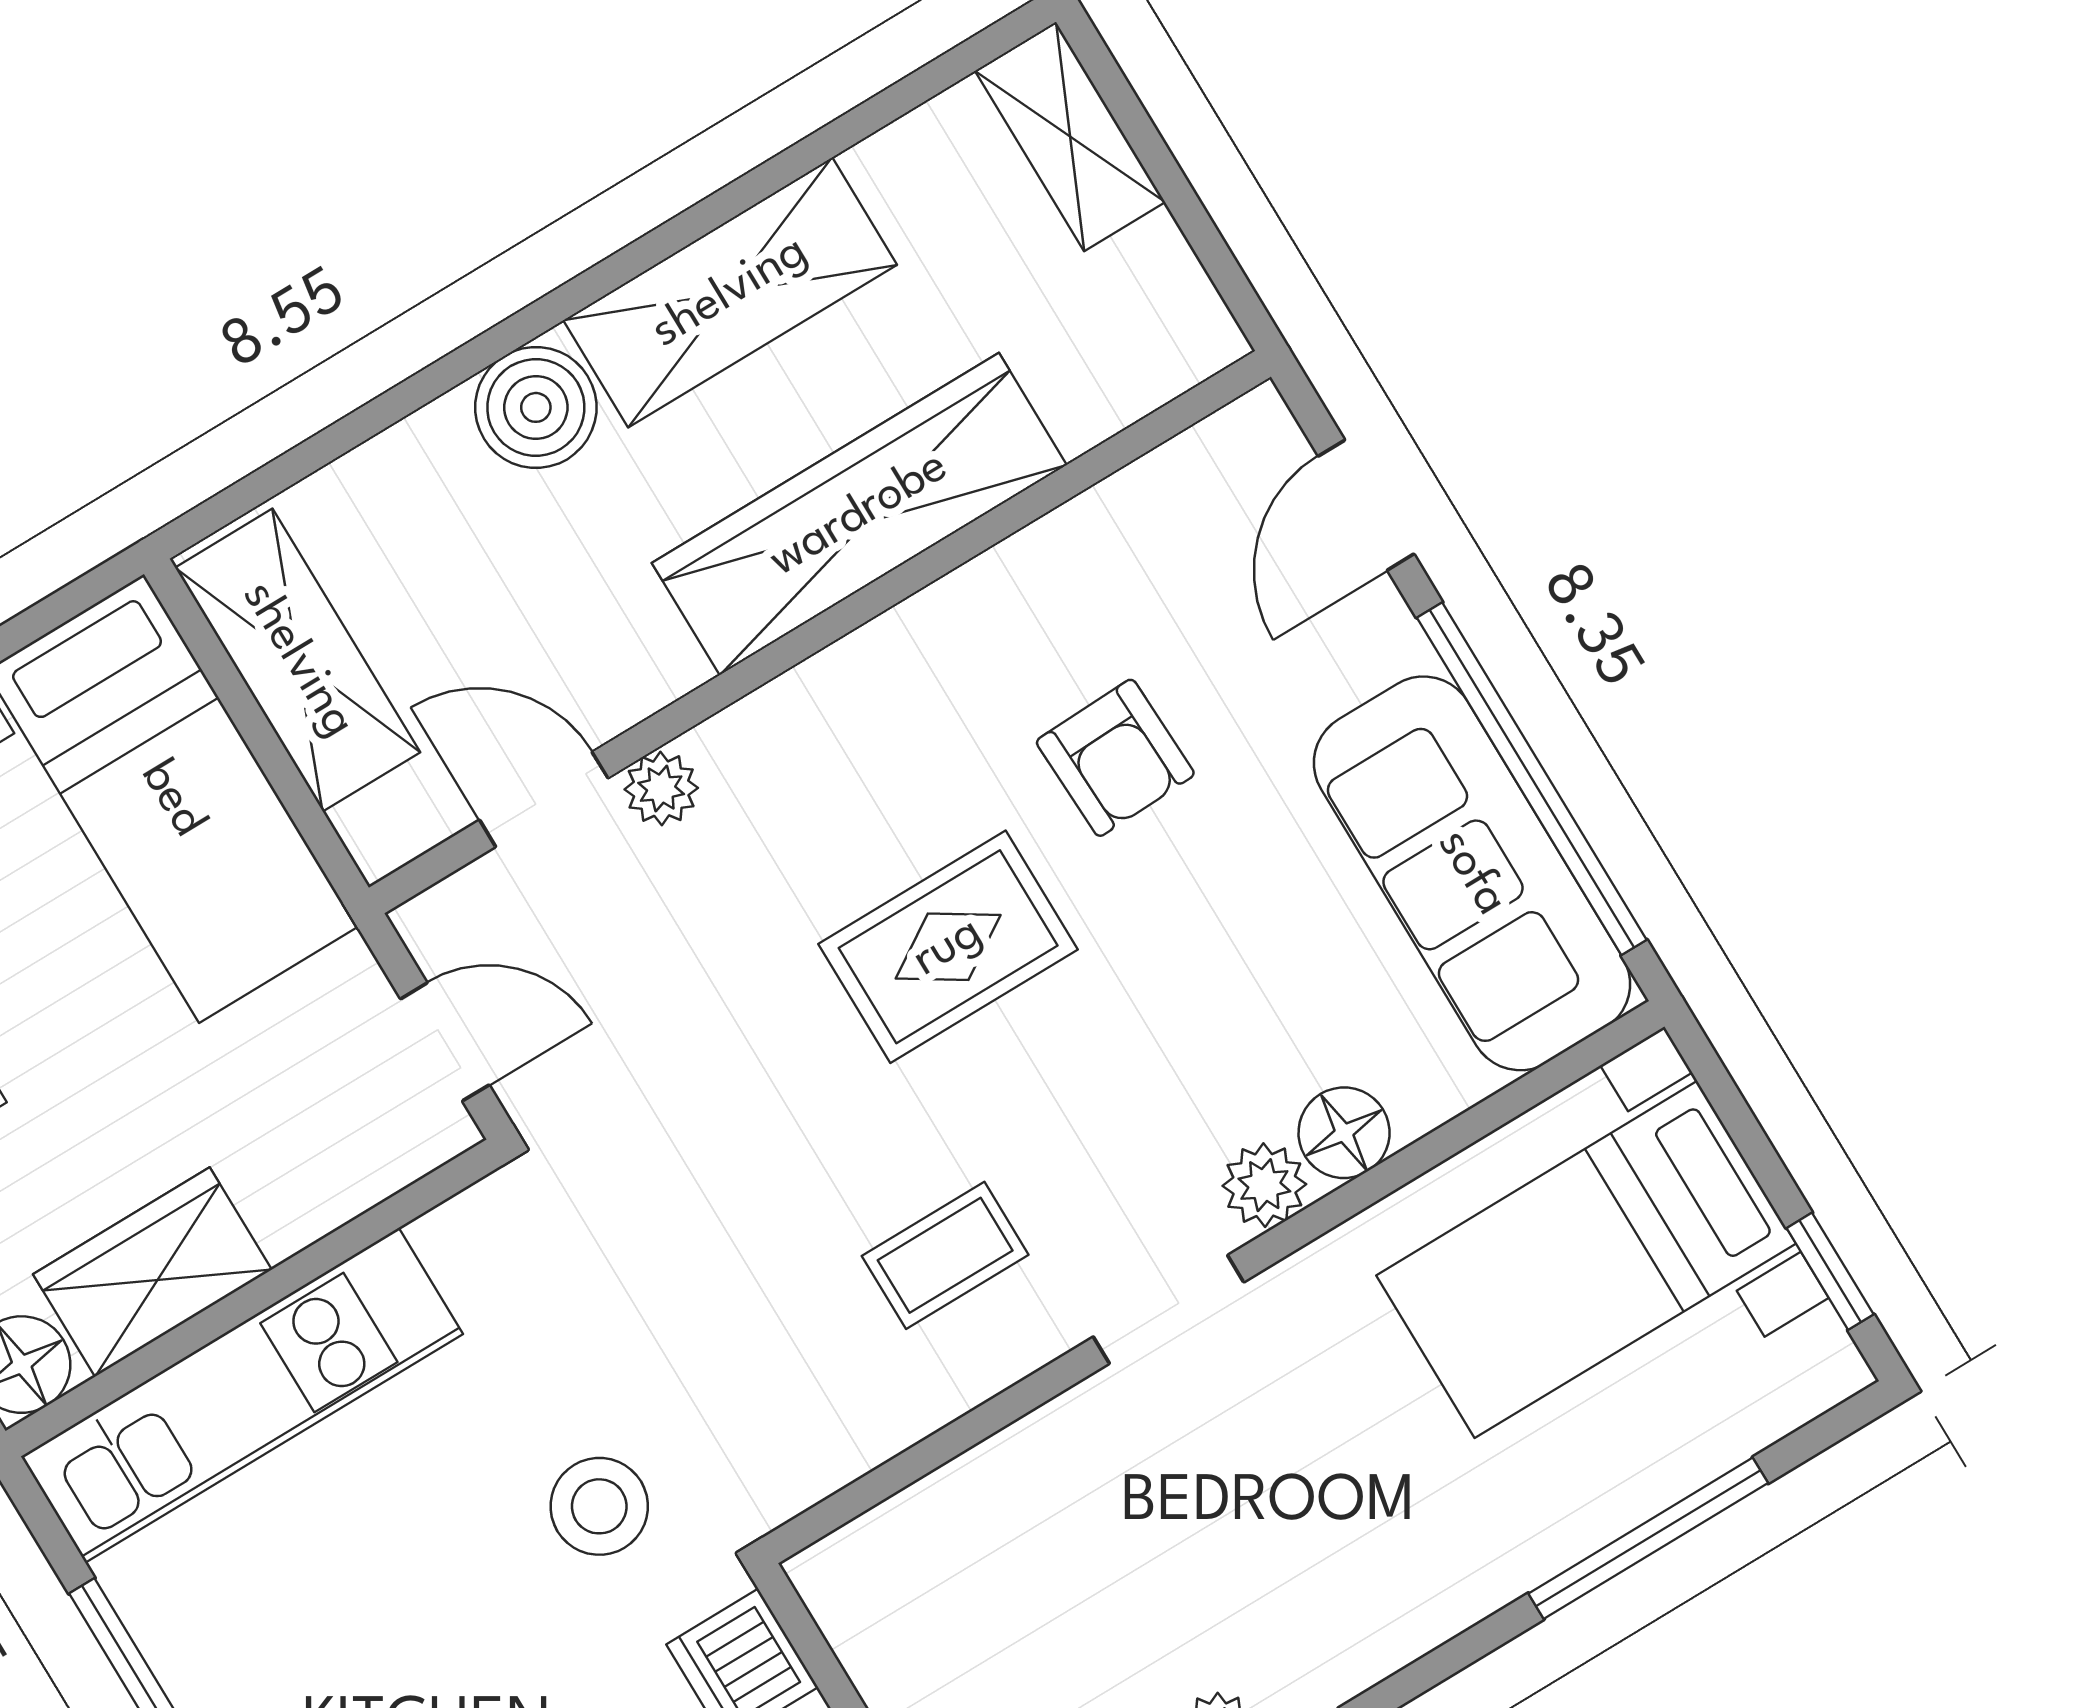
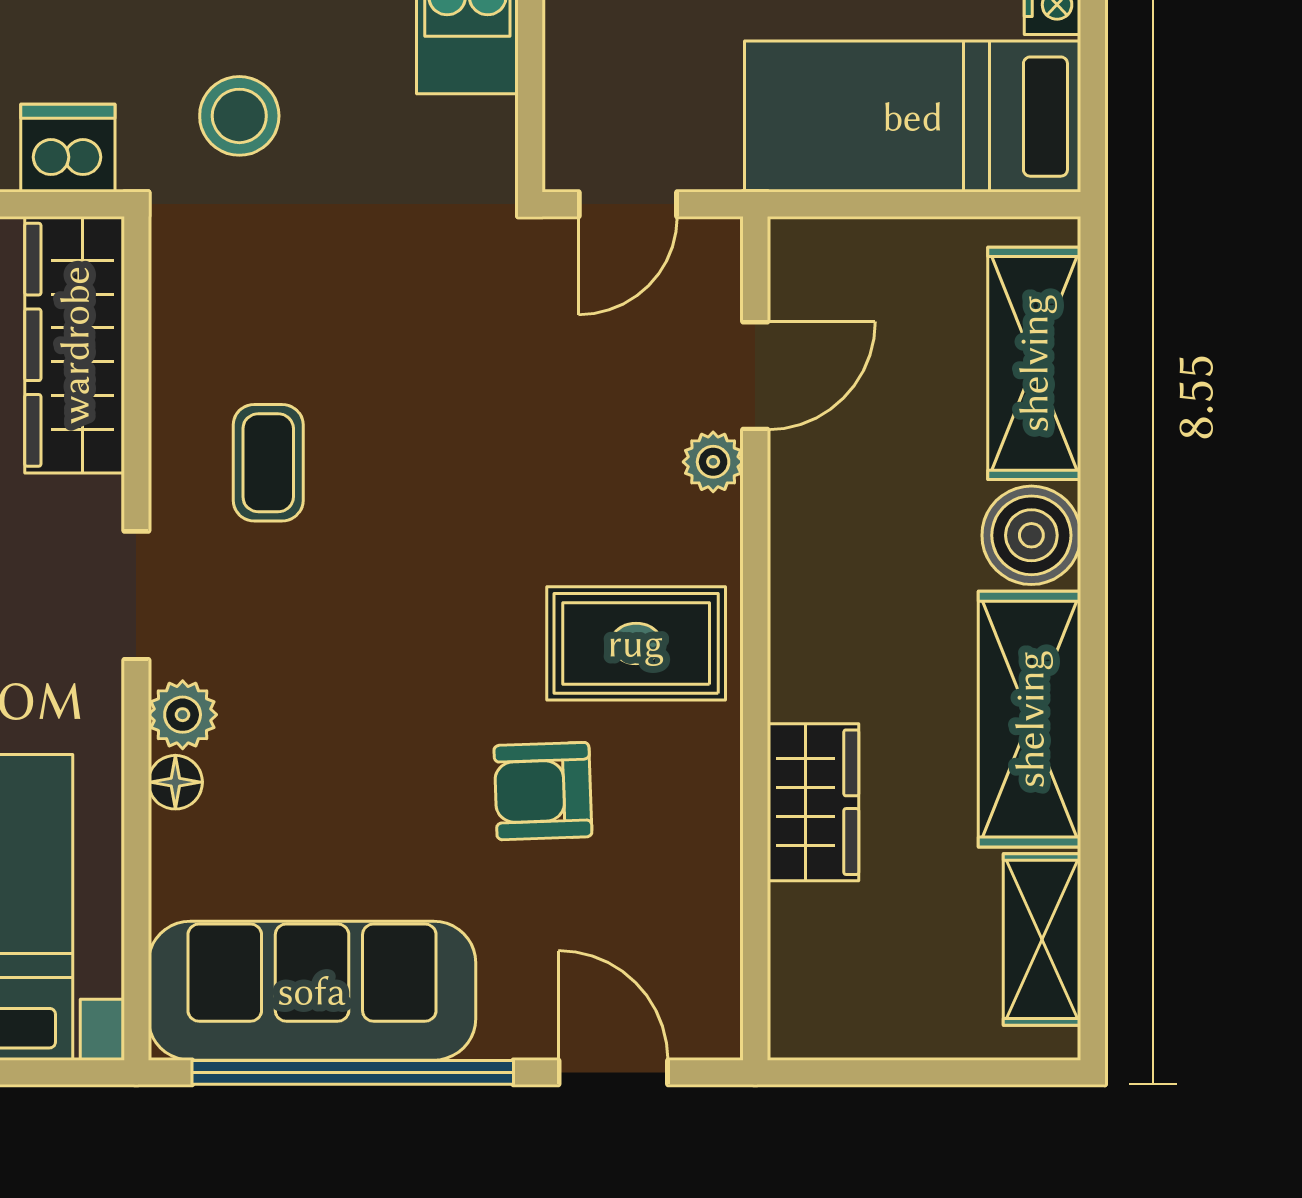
shelving: (1070, 136) -> (1042, 939), moved, turned 90
wardrobe: (859, 514) -> (813, 802), width x0.48, depth x0.85
shelving: (298, 660) -> (1034, 363), moved, turned 90
rug: (948, 947) -> (636, 643), moved, turned 90
floor lamp: (1344, 1133) -> (175, 782), width x0.73, depth x0.73
wardrobe: (944, 1534) -> (75, 345), added

